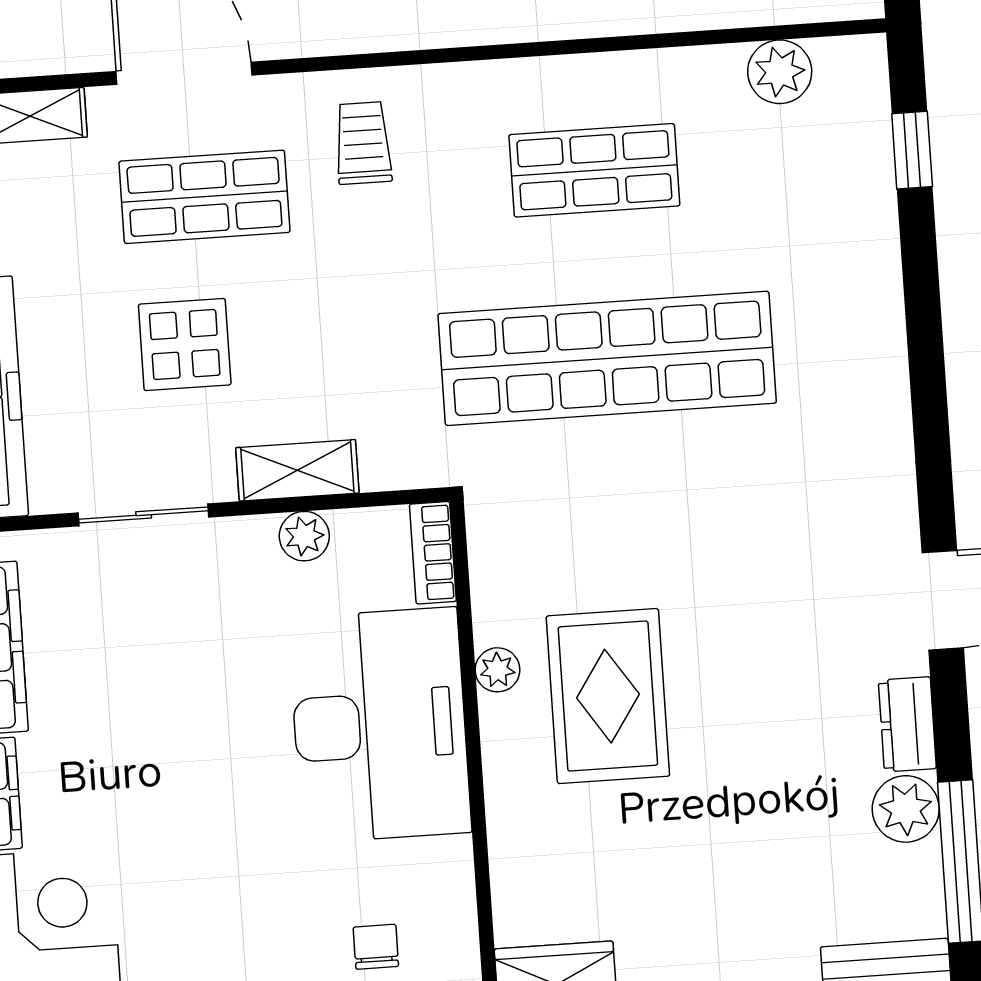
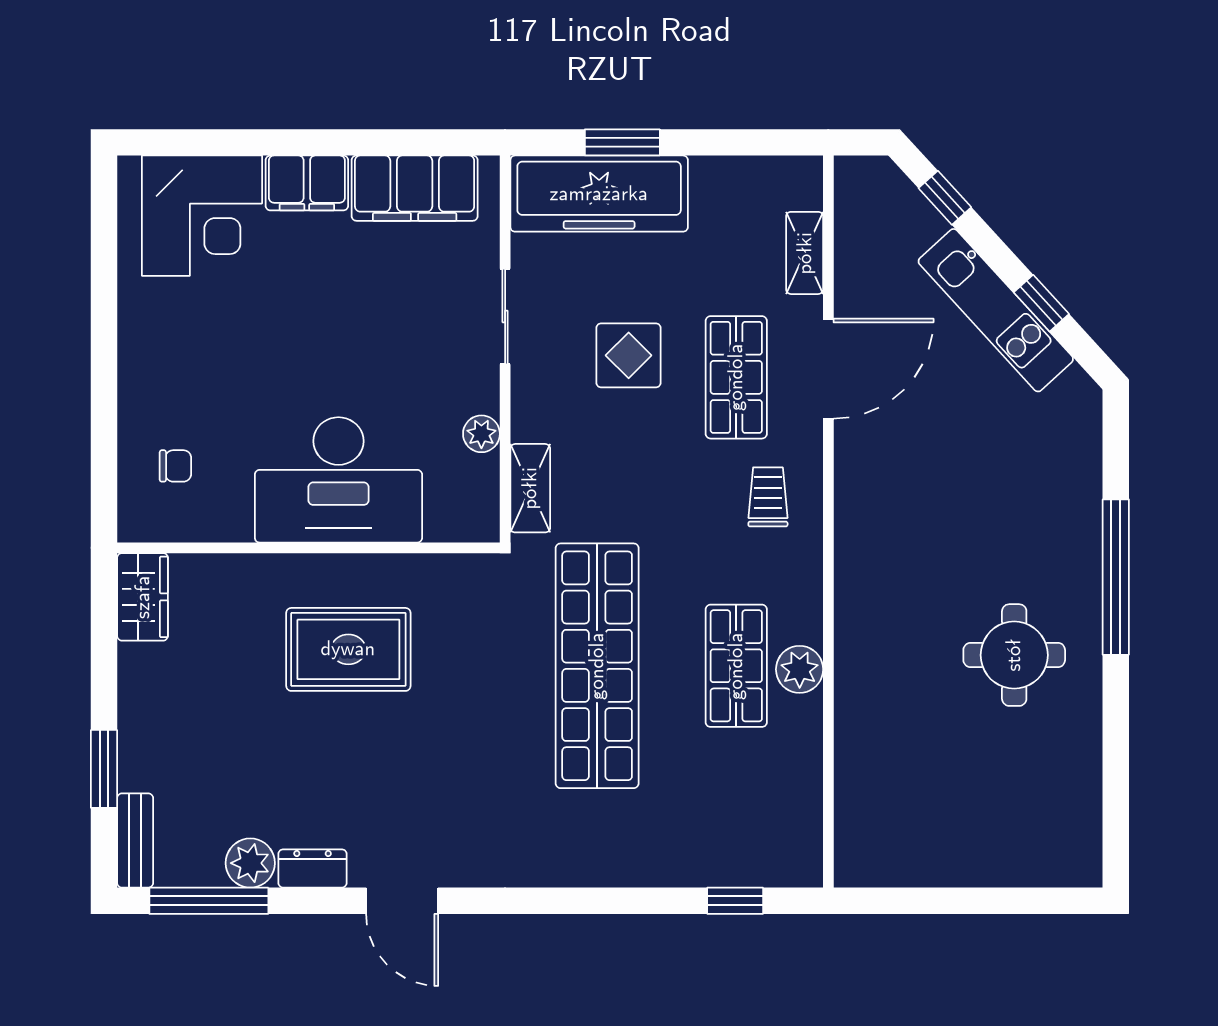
plant: (780, 72) -> (800, 669), moved
trolley: (363, 143) -> (768, 497), turned -90
shelving: (297, 470) -> (530, 488), moved
bookcase: (433, 553) -> (463, 528), removed
plant: (497, 670) -> (373, 569), removed

